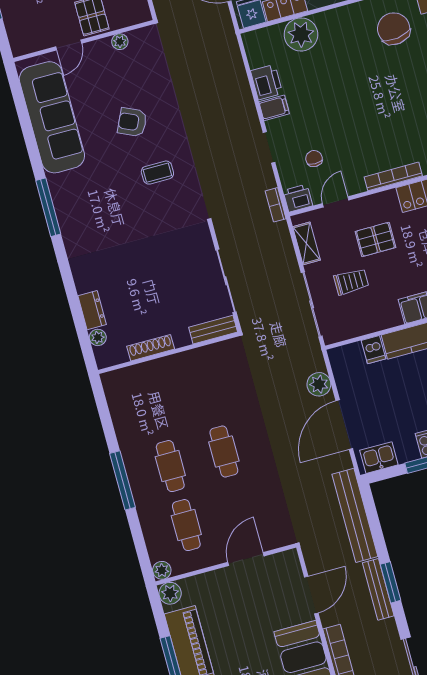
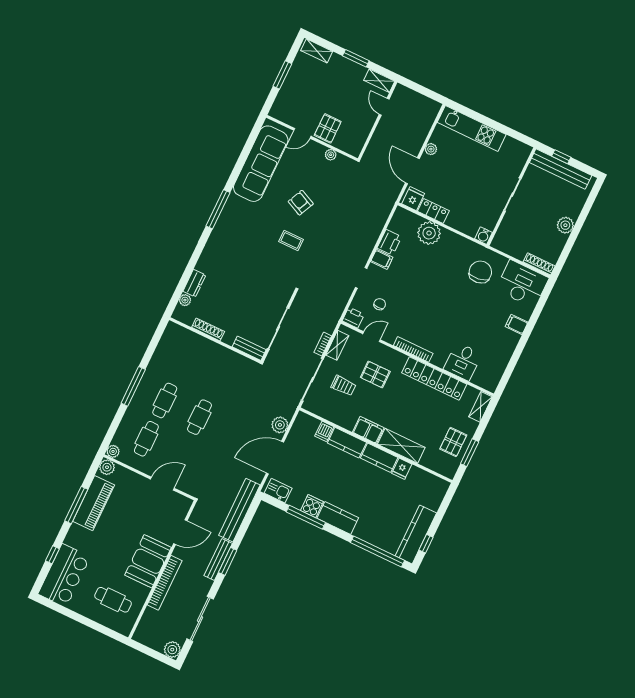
bookcase: (276, 205) -> (323, 344), moved

